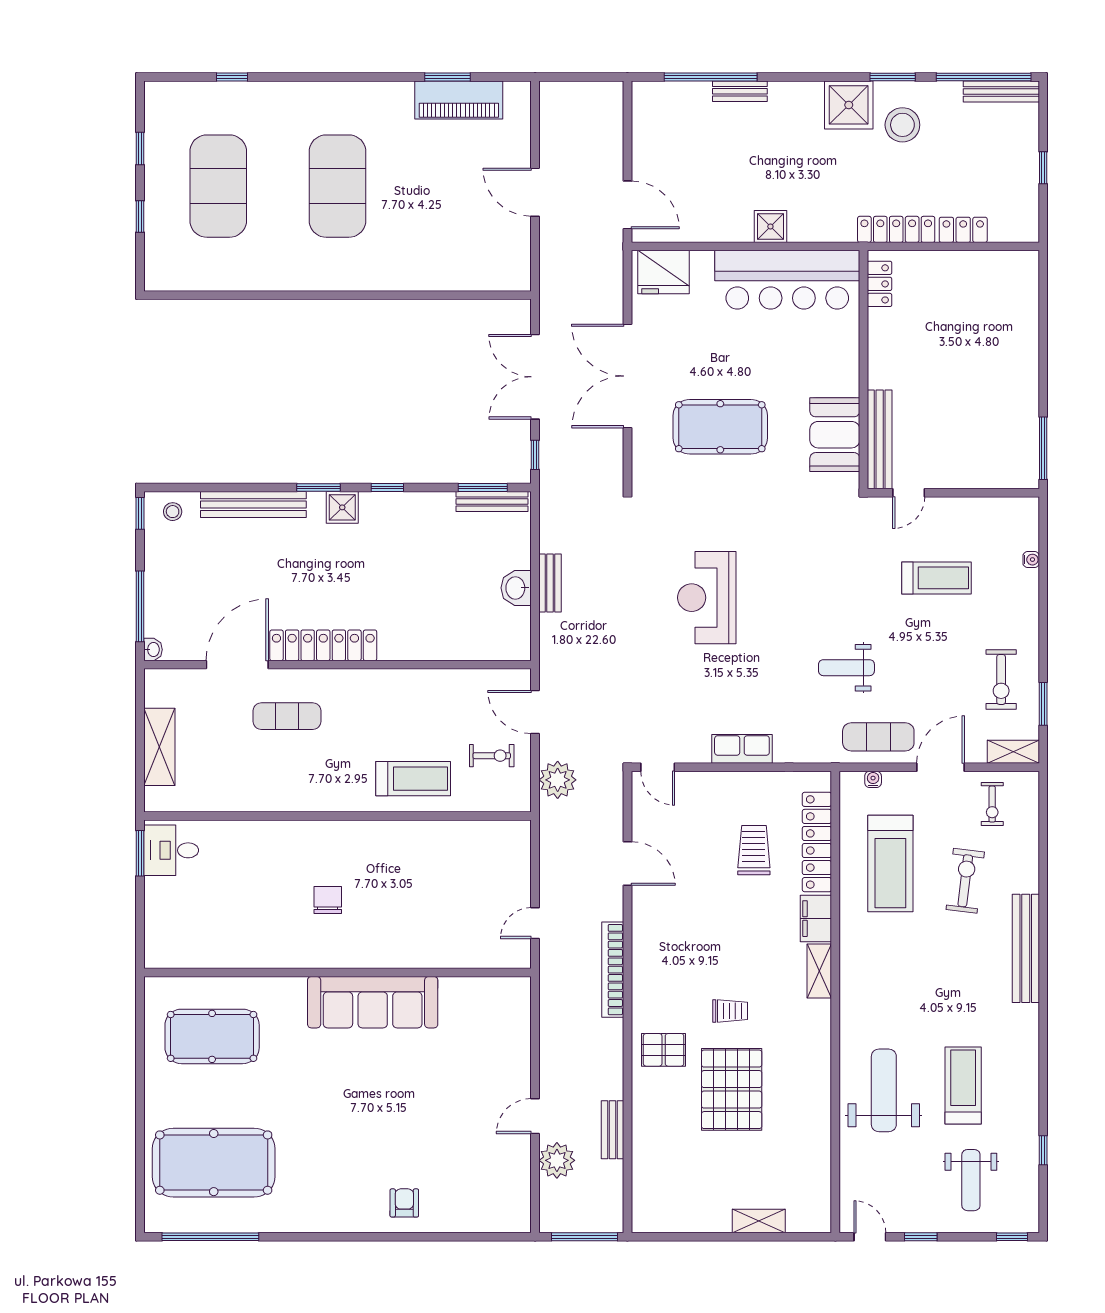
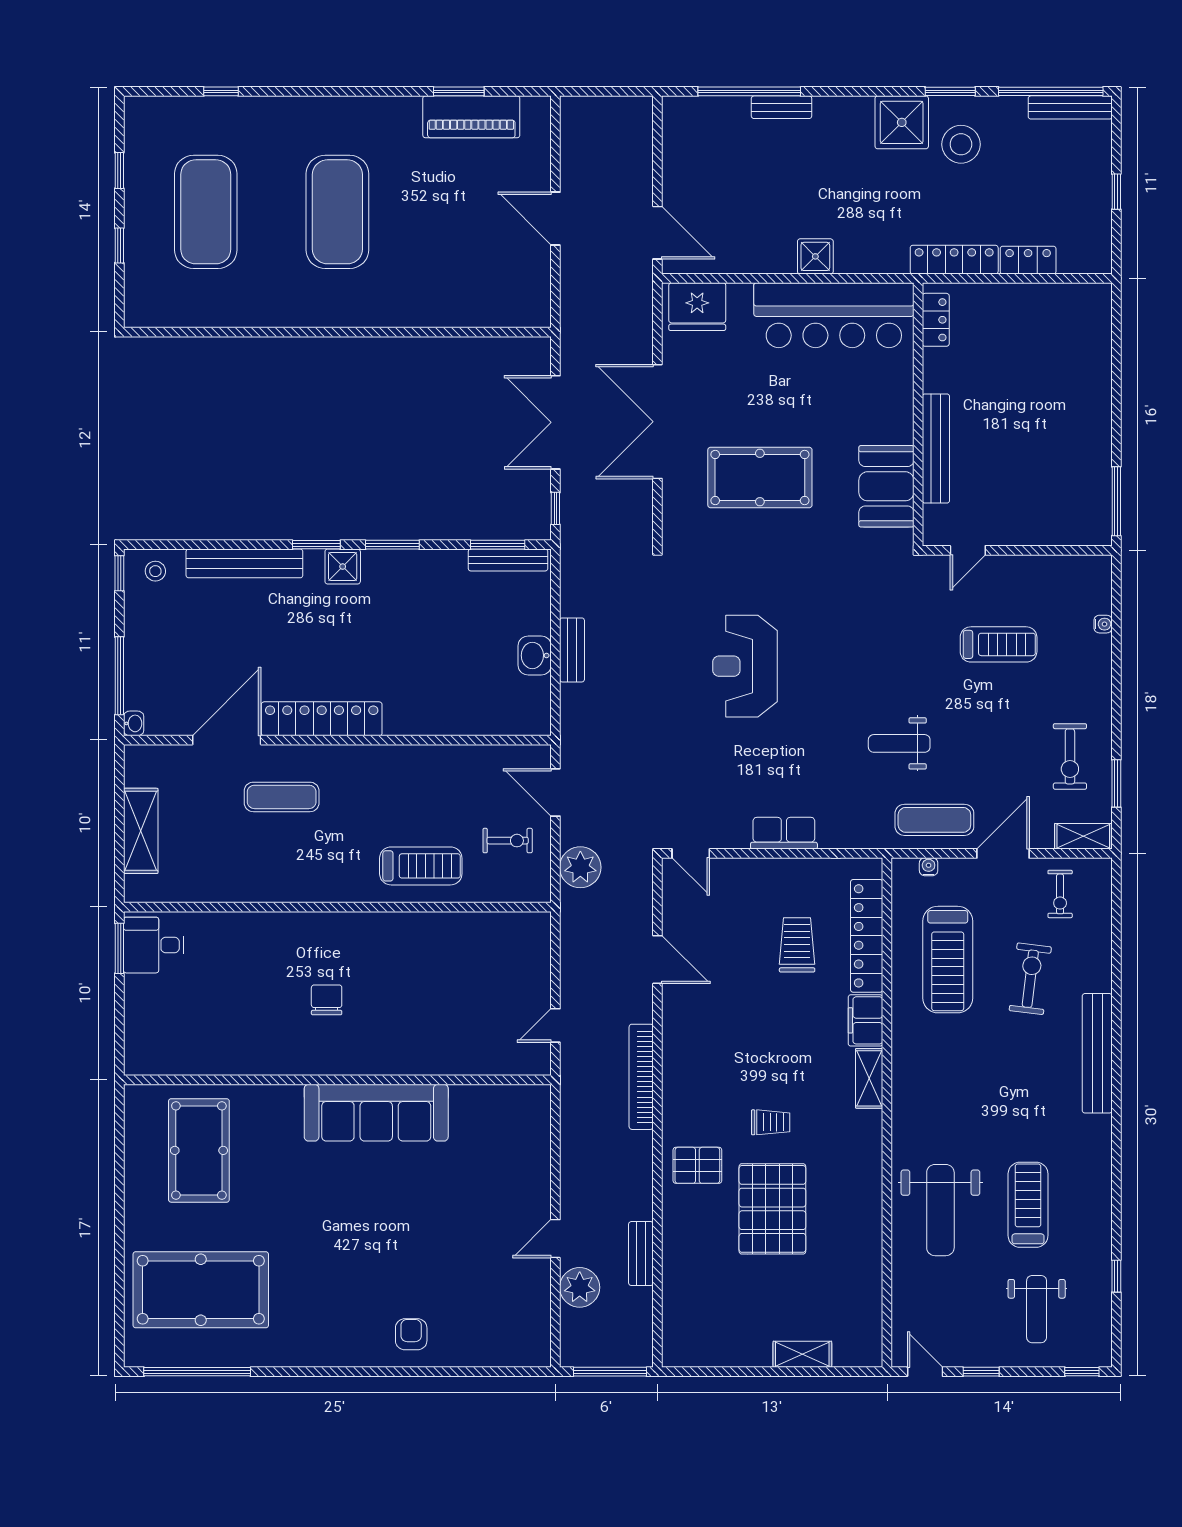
bench: (880, 439) -> (936, 449), moved
window: (387, 488) -> (392, 545), width x1.50
pool table: (212, 1036) -> (199, 1150), turned 90
weight bench: (884, 1090) -> (940, 1210), turned 180

